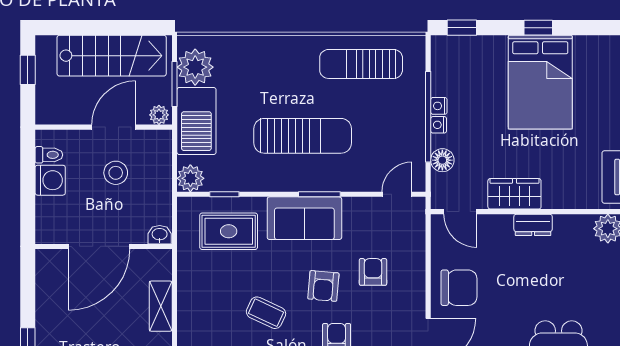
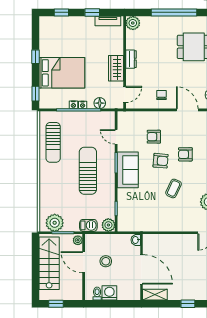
bed: (540, 82) -> (62, 73), moved
barbecue: (196, 121) -> (88, 225), width x0.53, depth x0.65
door: (397, 194) -> (116, 137), moved
rug: (229, 231) -> (134, 207), removed
chair: (459, 288) -> (161, 95), width x0.54, depth x0.54
shelving: (161, 306) -> (155, 295), moved

